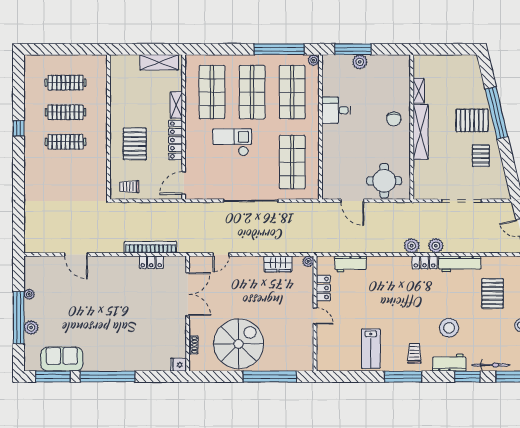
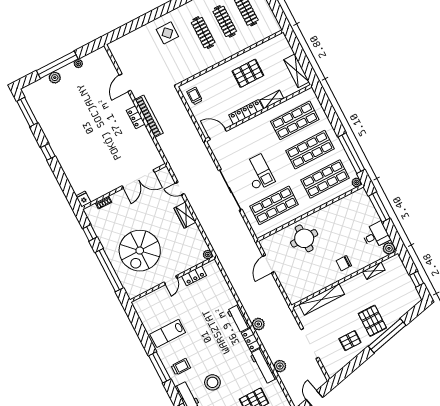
window: (452, 49) -> (417, 279), added
plant: (360, 62) -> (389, 248), moved
desk: (336, 110) -> (376, 235), moved, turned 90
shelving: (421, 132) -> (322, 299), moved
checkout: (232, 142) -> (258, 173), moved
pallet: (135, 144) -> (248, 73), moved
display table: (46, 181) -> (167, 33), added
round table: (384, 181) -> (304, 238), moved
plant: (436, 246) -> (280, 366), moved
bookcase: (151, 247) -> (149, 116), moved
locker: (151, 262) -> (136, 117), moved
wardrobe: (278, 264) -> (185, 215), moved
workbench: (351, 264) -> (239, 319), moved
spiral stairs: (239, 344) -> (140, 251), moved, turned 90
sofa: (62, 359) -> (43, 112), removed
window: (108, 377) -> (48, 152), width x0.32
window: (219, 377) -> (90, 233), added

